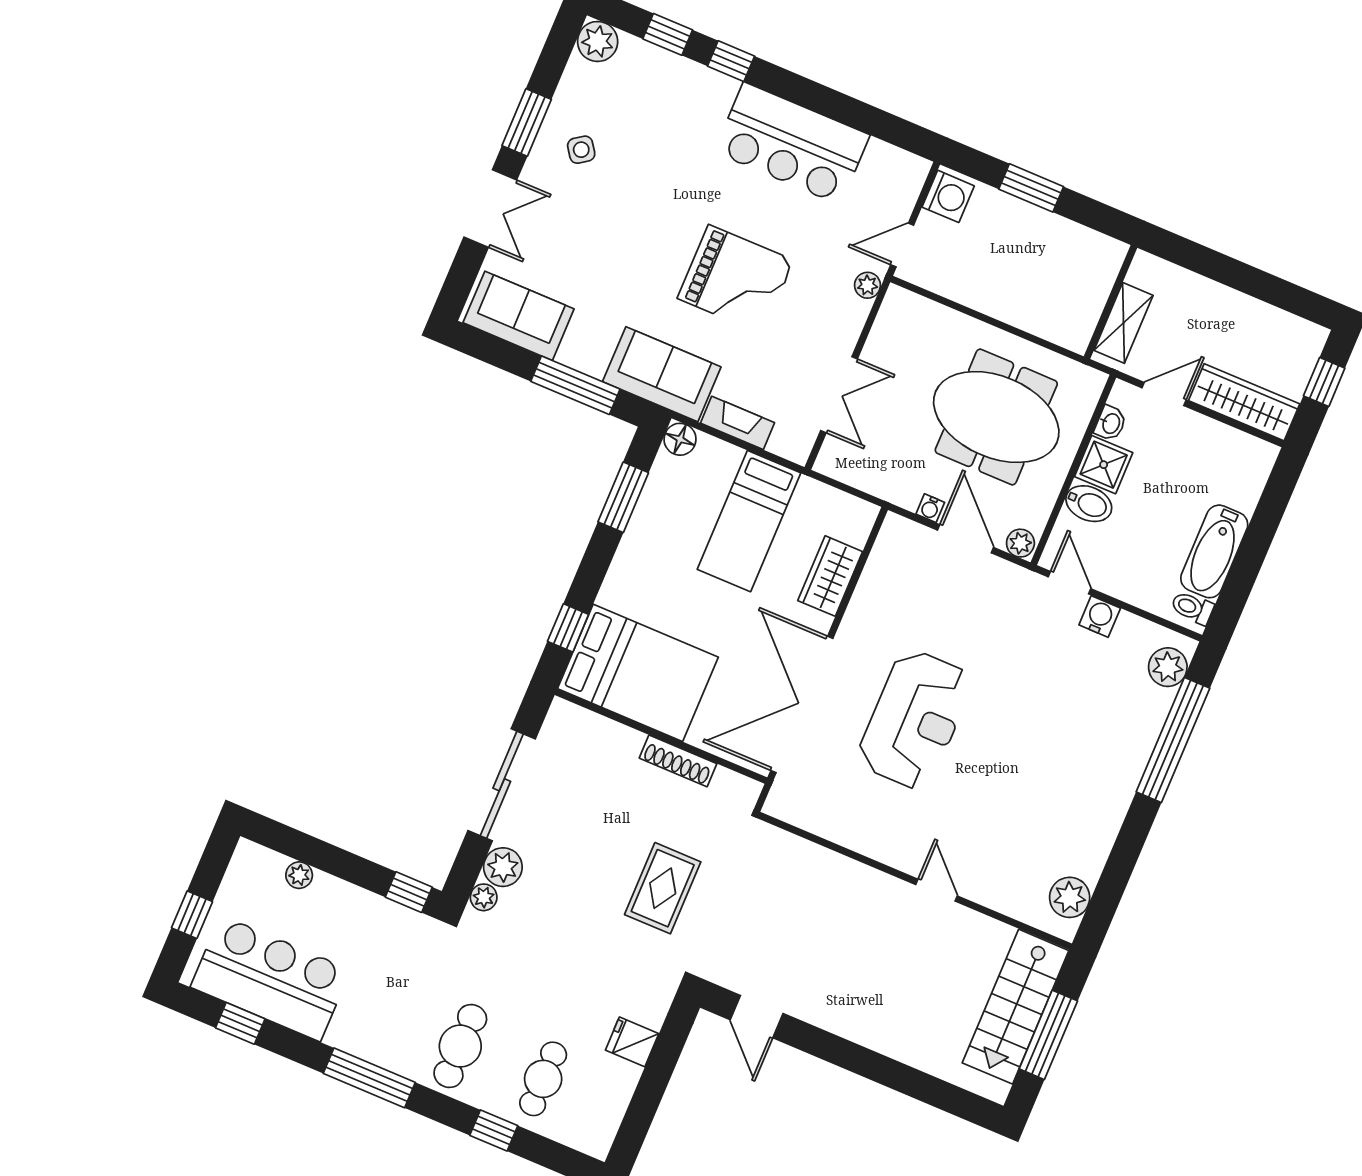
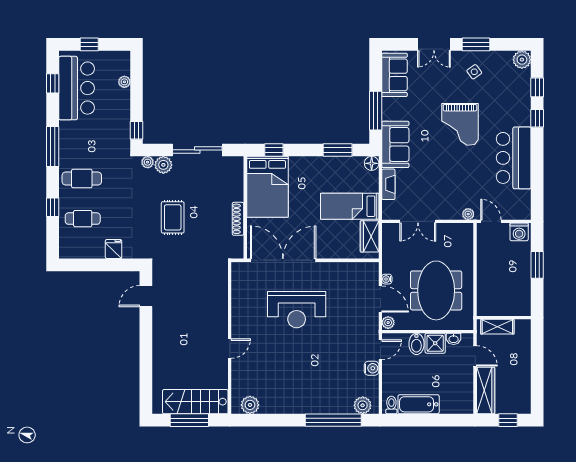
grand piano: (736, 279) -> (460, 124), moved
door: (965, 539) -> (380, 299), hinge flipped
wardrobe: (830, 576) -> (370, 236), moved, turned -90
rug: (663, 888) -> (173, 217), moved, turned 90

